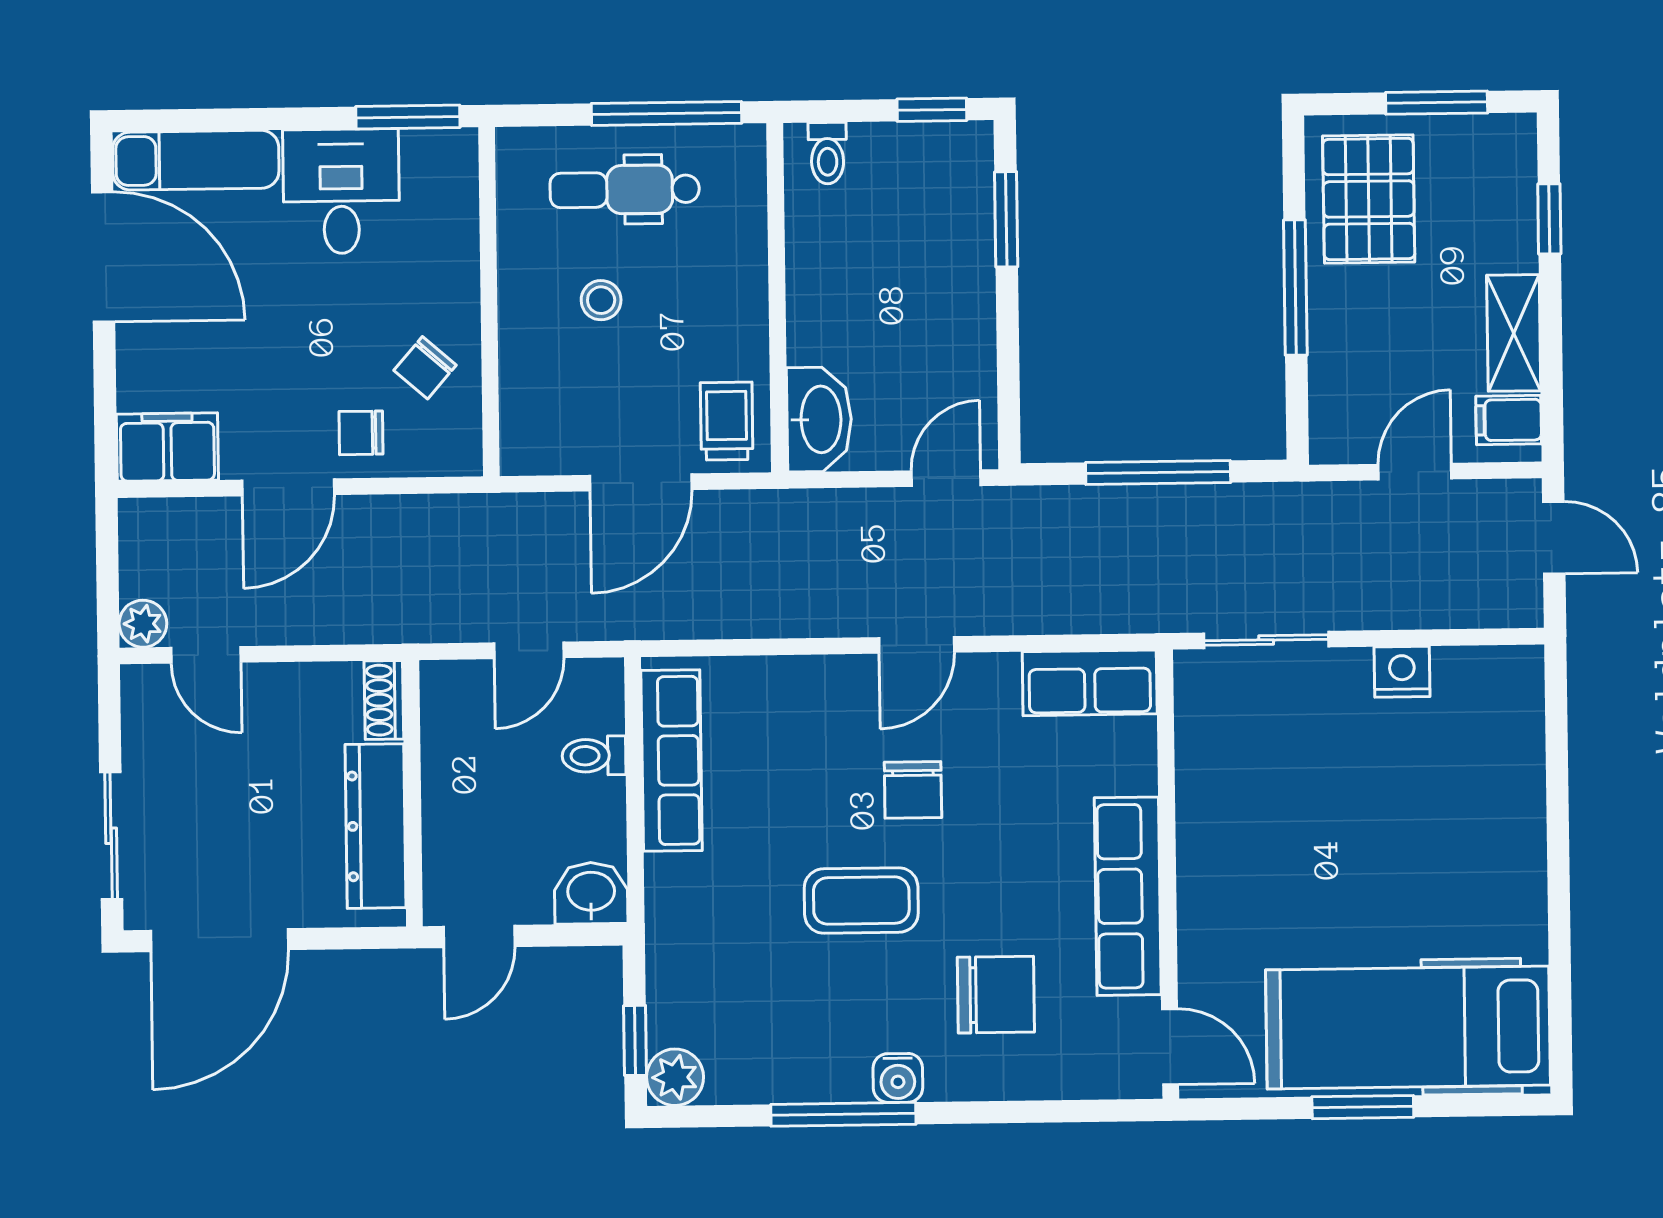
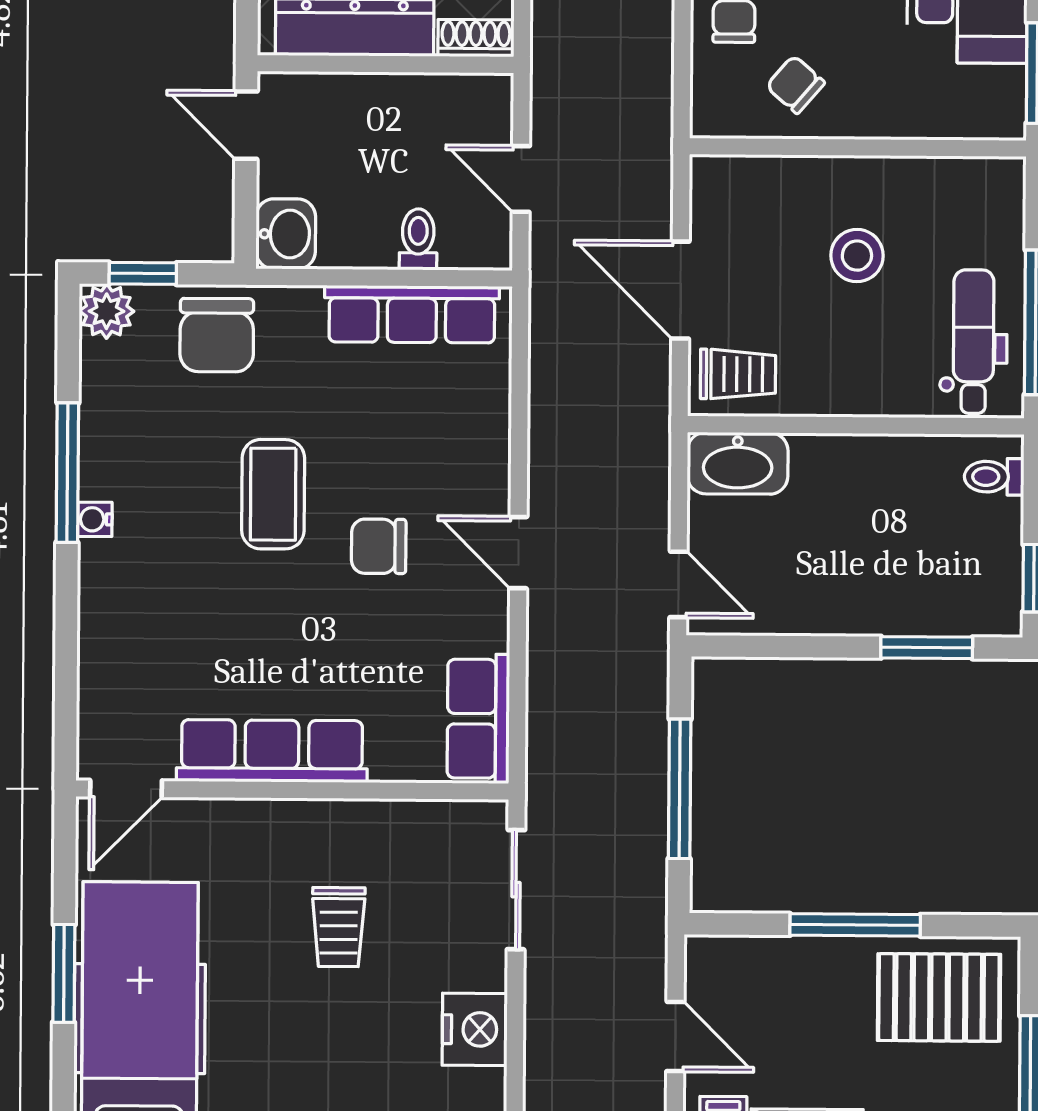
dental chair: (625, 190) -> (974, 342), moved
stool: (601, 300) -> (857, 256), width x1.37, depth x1.37
nightstand: (1402, 672) -> (475, 1029), width x1.36, depth x1.33
trolley: (1309, 823) -> (339, 927), added
chair: (996, 995) -> (217, 335), moved
water cooler: (898, 1078) -> (95, 519), width x0.72, depth x0.72

